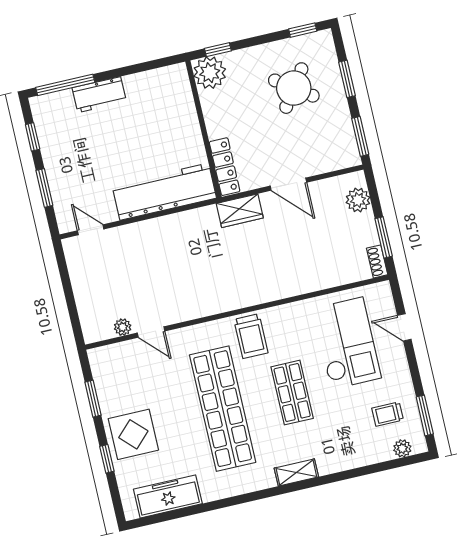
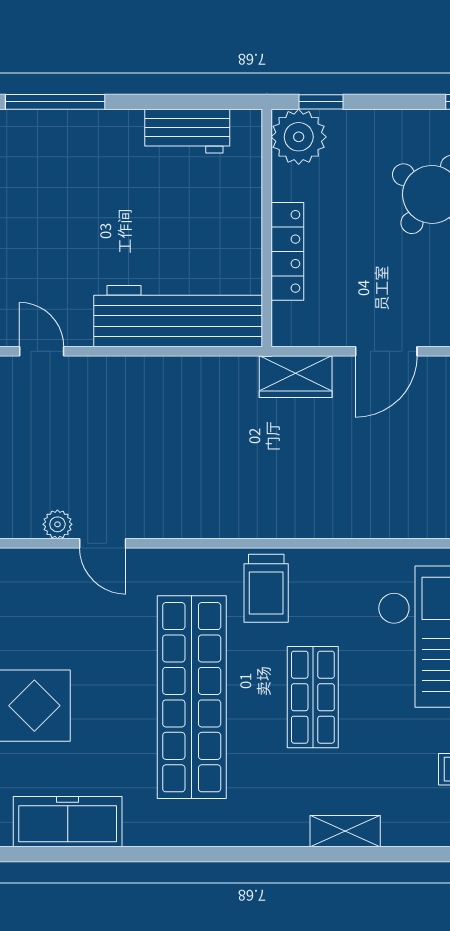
workbench: (99, 95) -> (187, 131), moved
locker: (225, 167) -> (287, 251), moved
door: (288, 184) -> (386, 351), hinge flipped
shelving: (296, 472) -> (345, 831), moved

